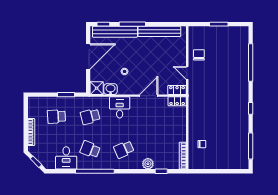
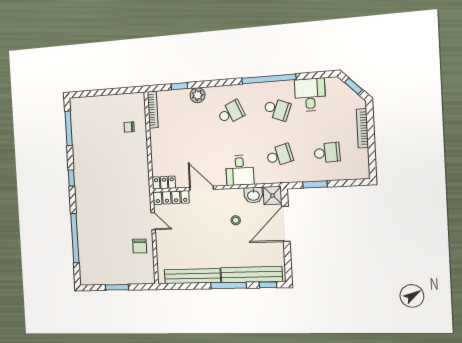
door: (88, 56) -> (286, 224), moved
locker: (177, 90) -> (171, 198), width x1.53
door: (149, 96) -> (202, 188), swing flipped

